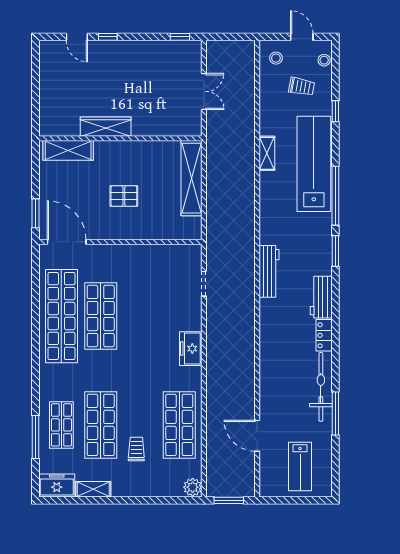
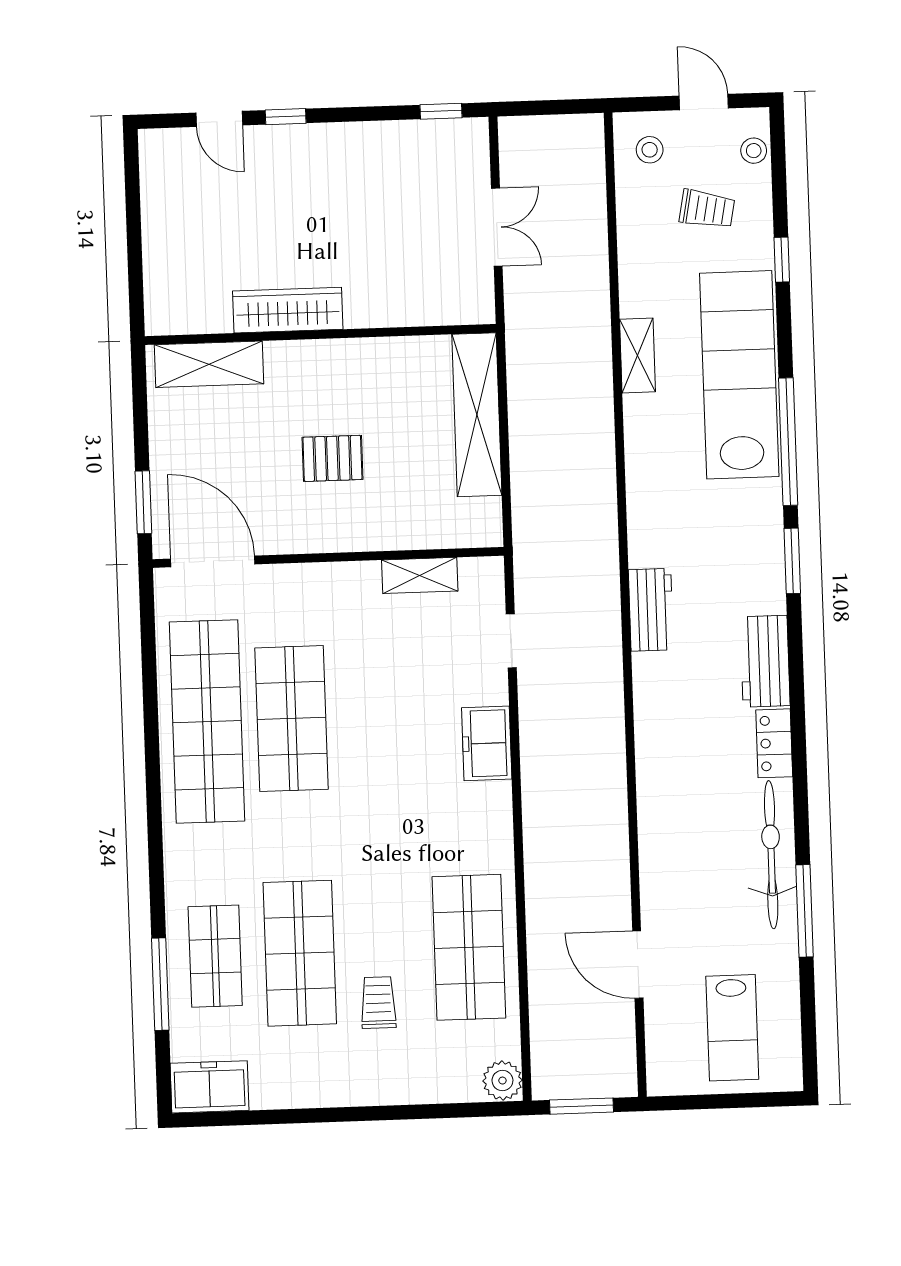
workbench: (269, 271) -> (651, 610), width x0.73
freezer: (191, 349) -> (487, 743), moved
shelving: (93, 489) -> (420, 575), moved

